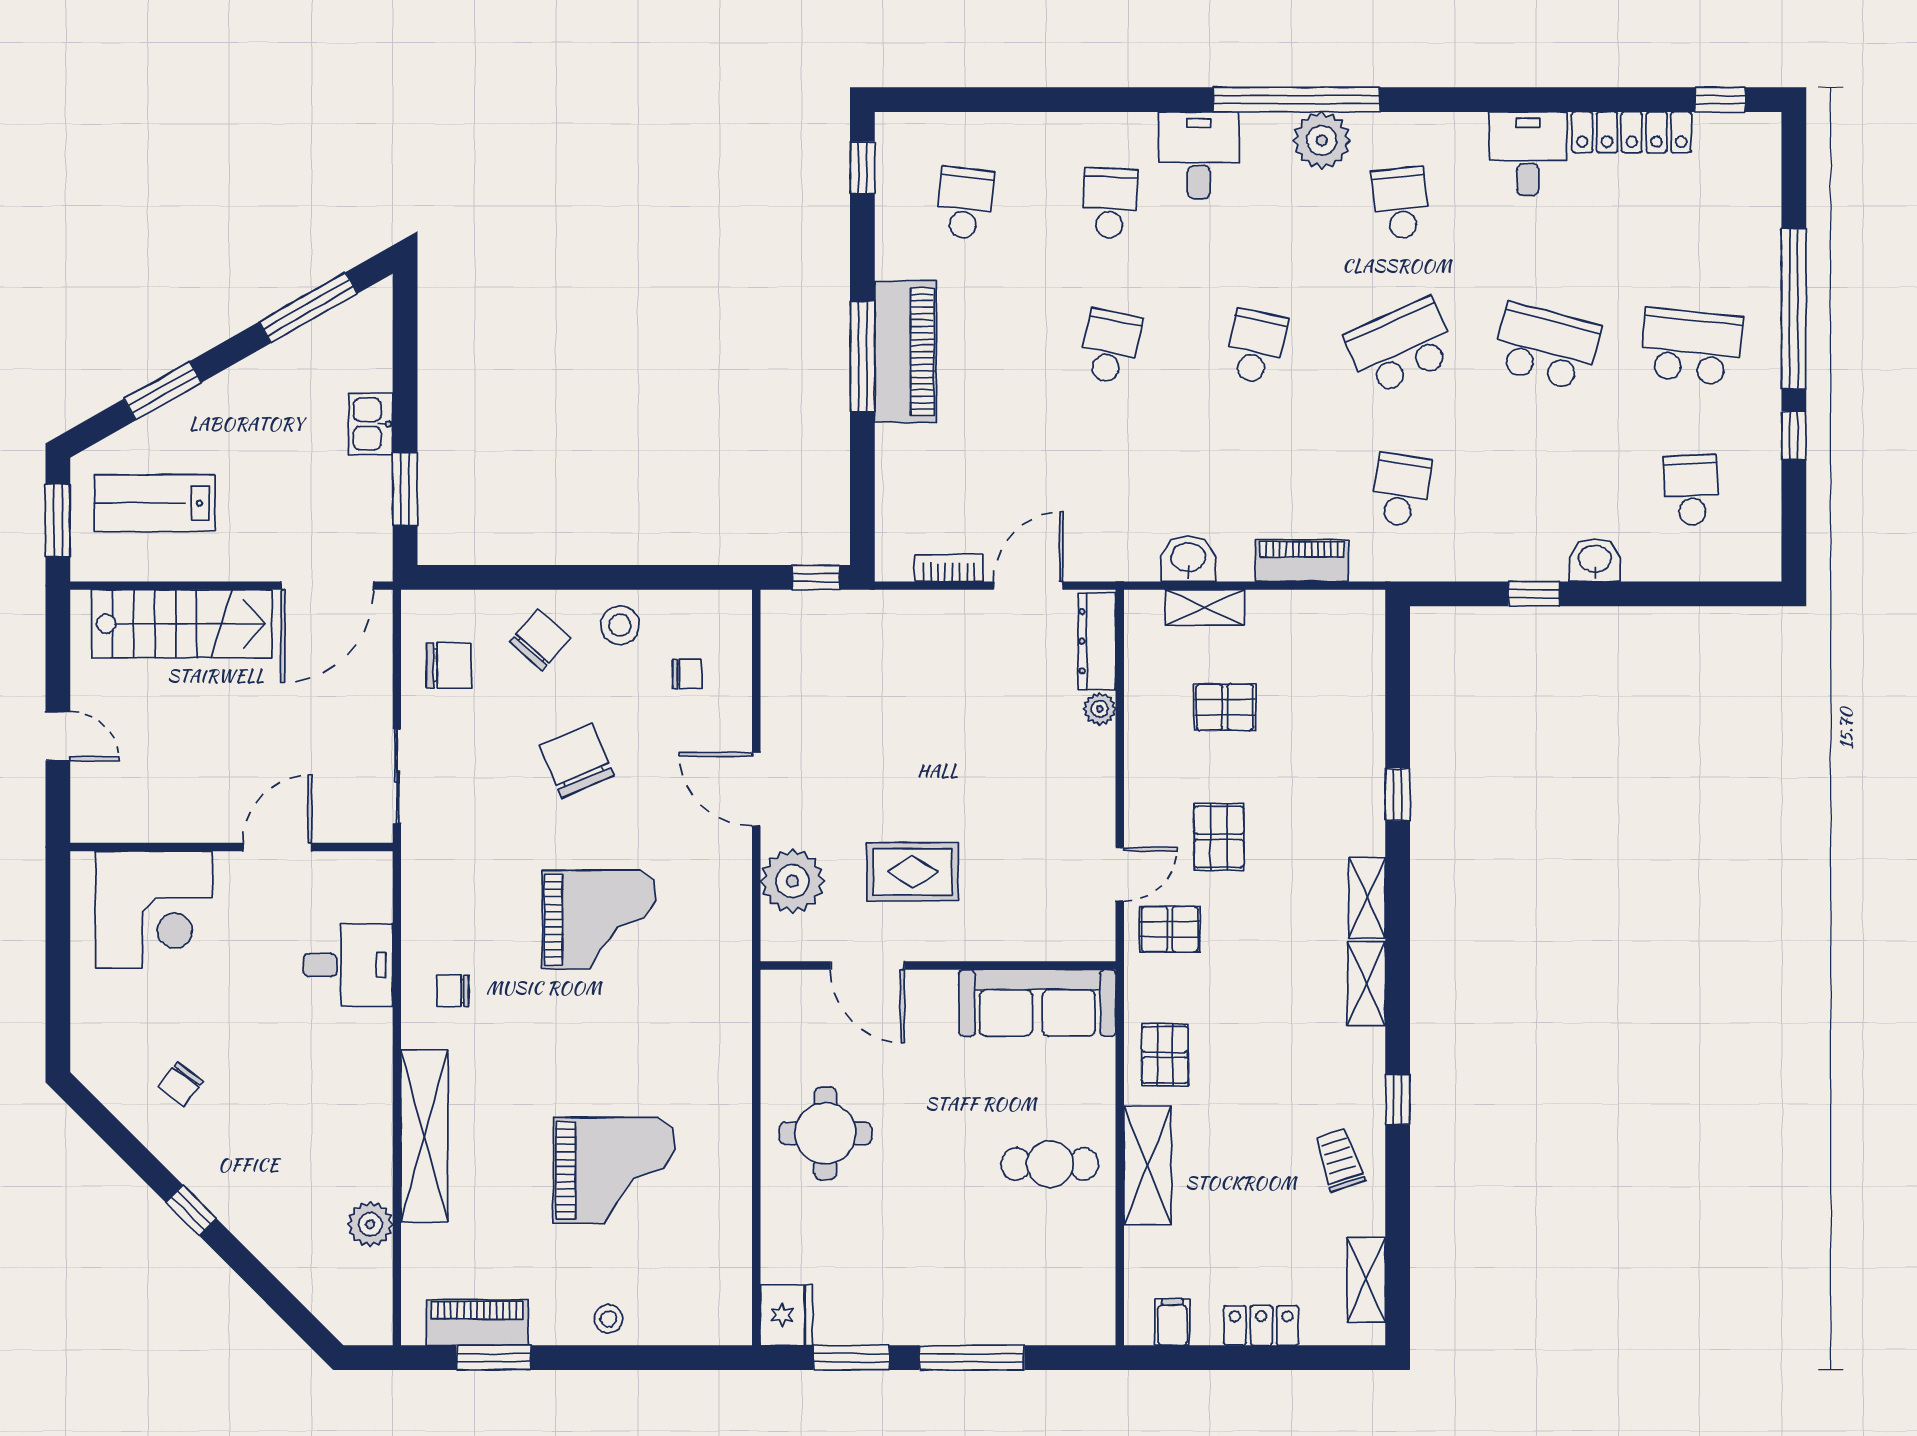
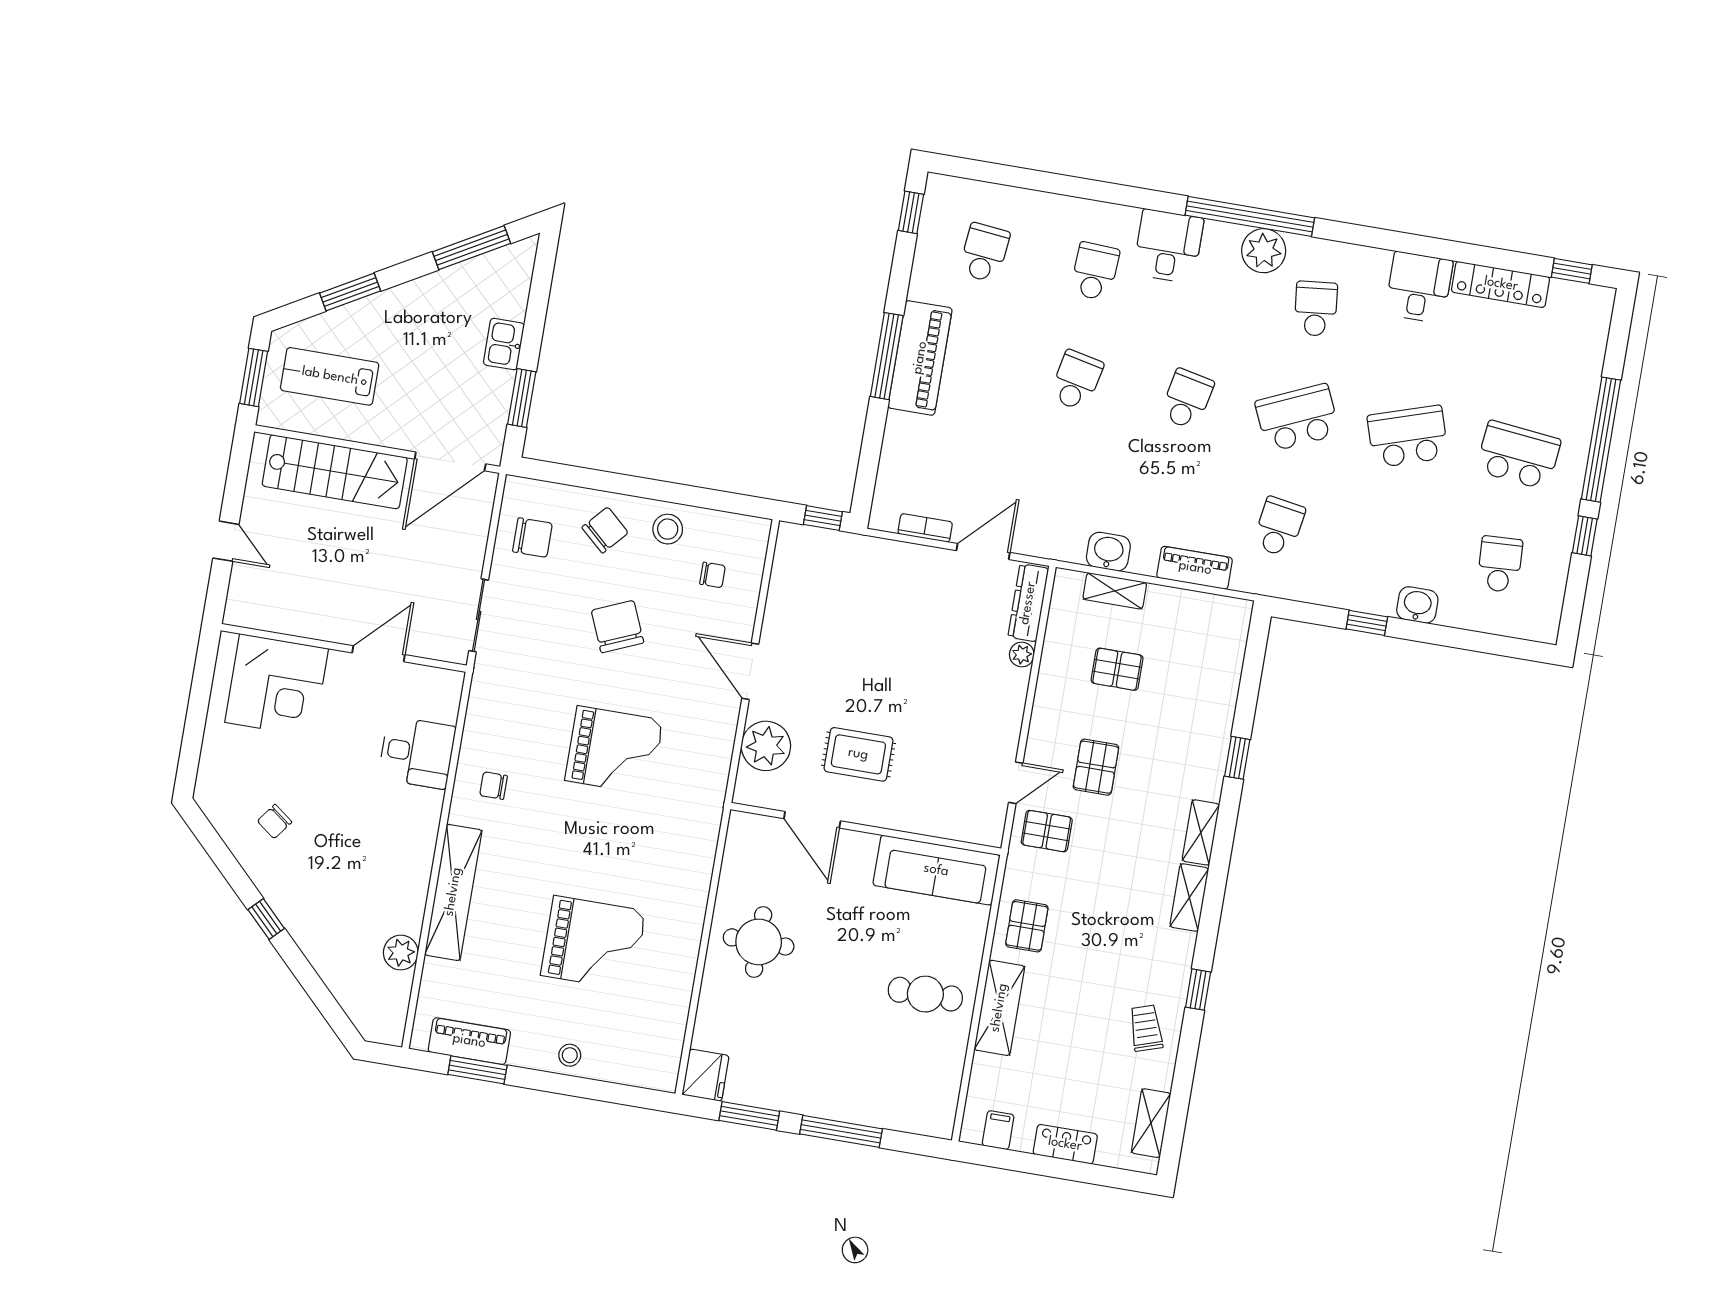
school desk: (1546, 347) -> (1408, 436), turned -33

